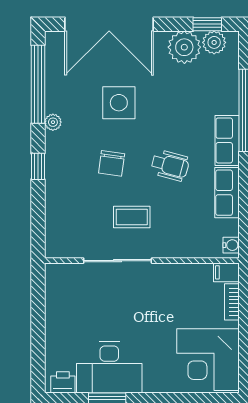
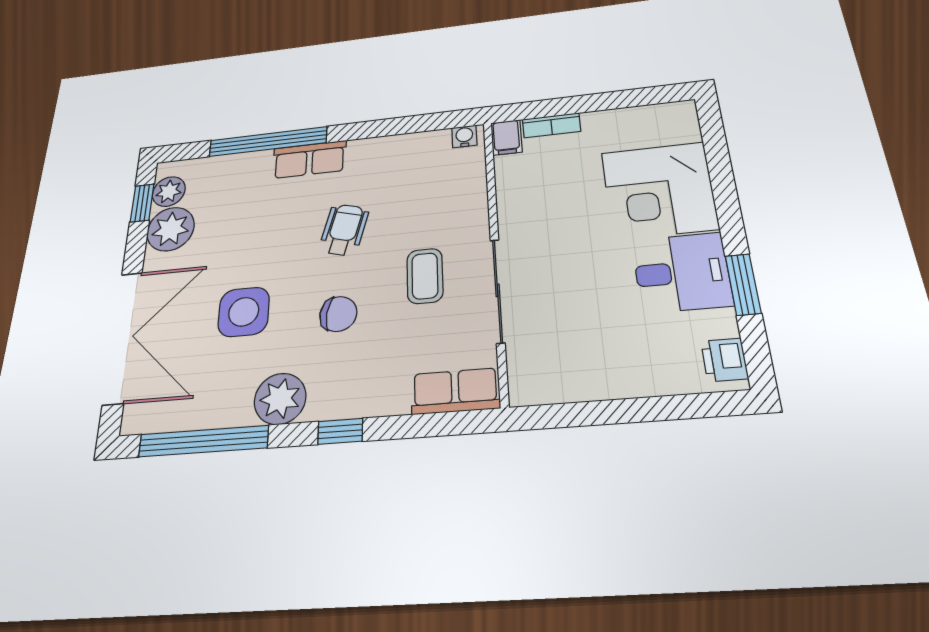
plant: (53, 122) -> (280, 399), width x1.87, depth x1.87
row of seats: (227, 193) -> (455, 391), moved, turned 180
corner desk: (208, 360) -> (659, 190), moved, turned 90
desk: (109, 368) -> (682, 273), width x0.73

